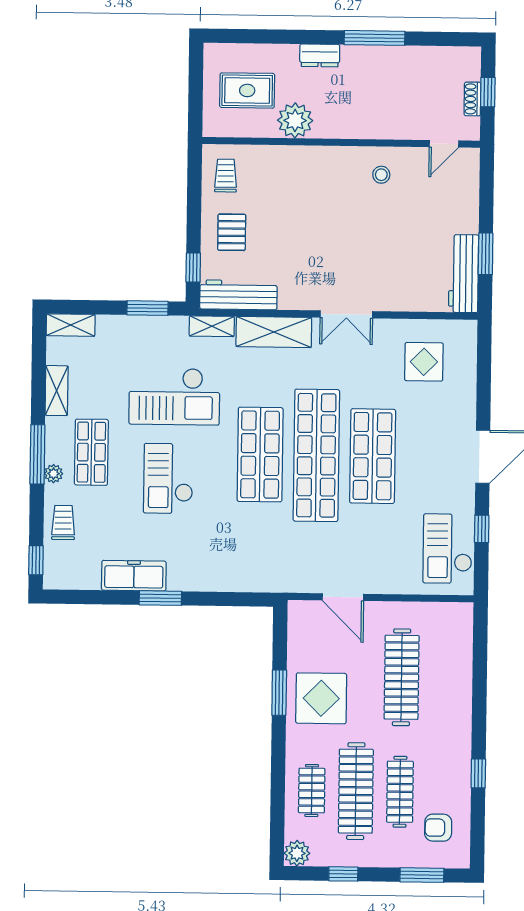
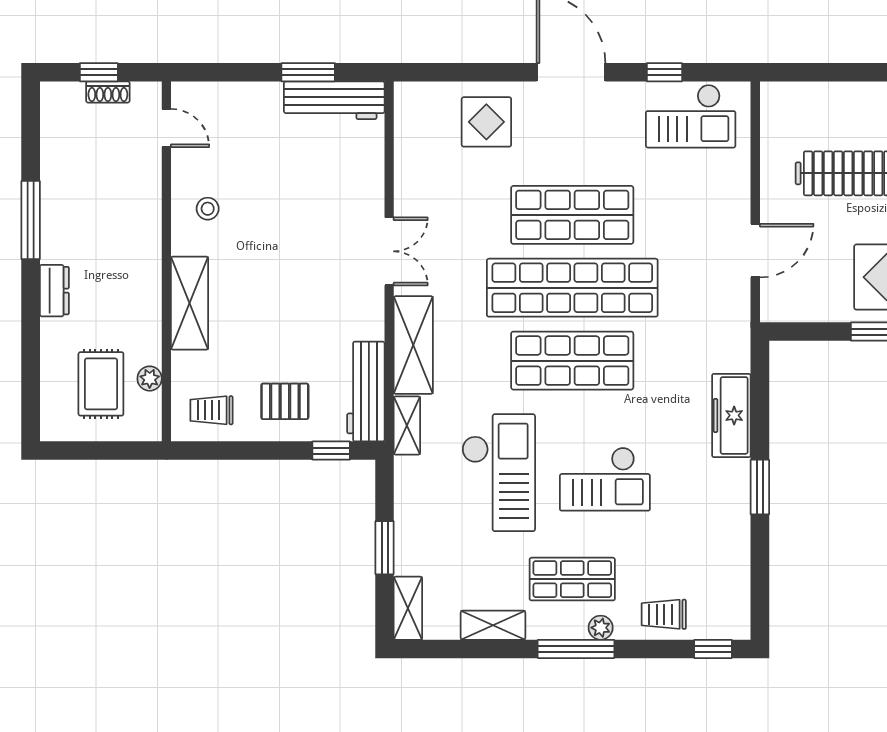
plant: (295, 120) -> (150, 379), moved, width x0.53, depth x0.53
shelving: (309, 160) -> (190, 303), added
window: (147, 308) -> (385, 548), moved
display table: (424, 362) -> (486, 122), moved
freezer: (134, 576) -> (731, 415), moved

